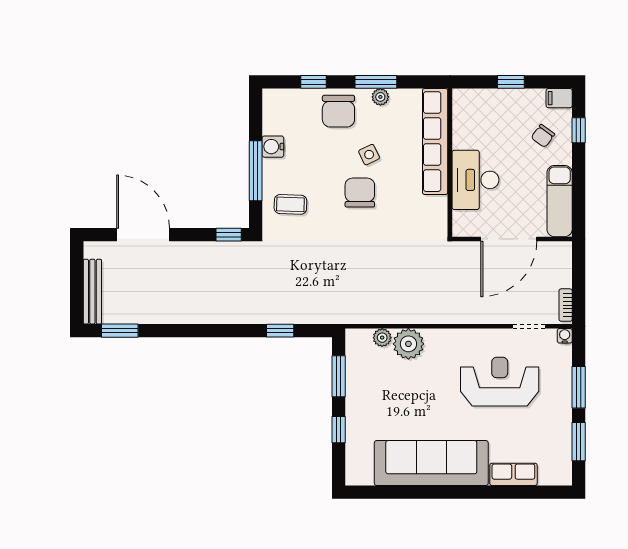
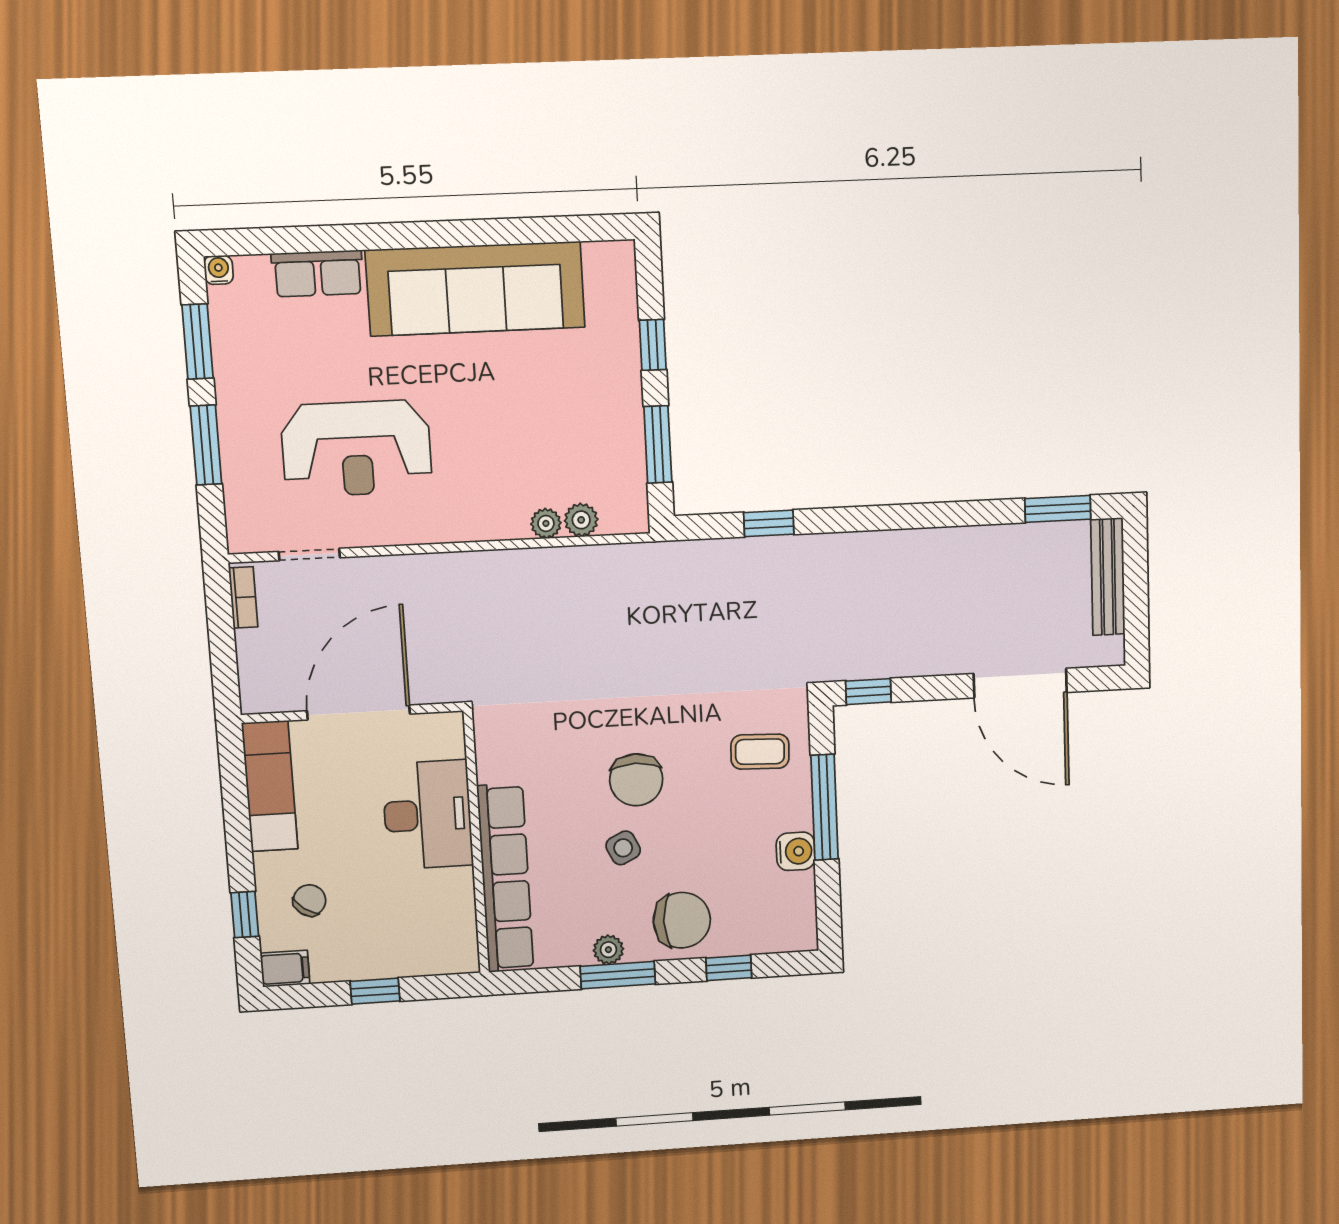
chair: (338, 111) -> (682, 920), turned 90
water cooler: (565, 336) -> (219, 270), moved, turned 180
plant: (408, 344) -> (546, 523), width x0.53, depth x0.53

